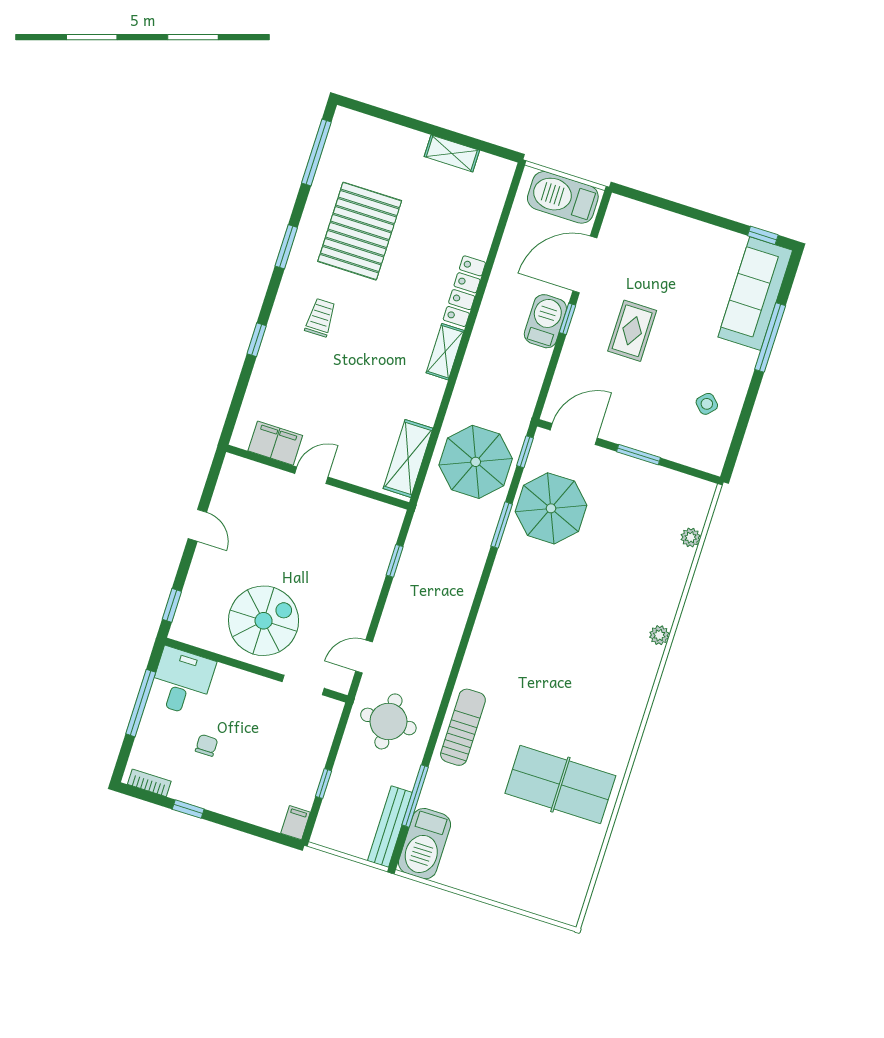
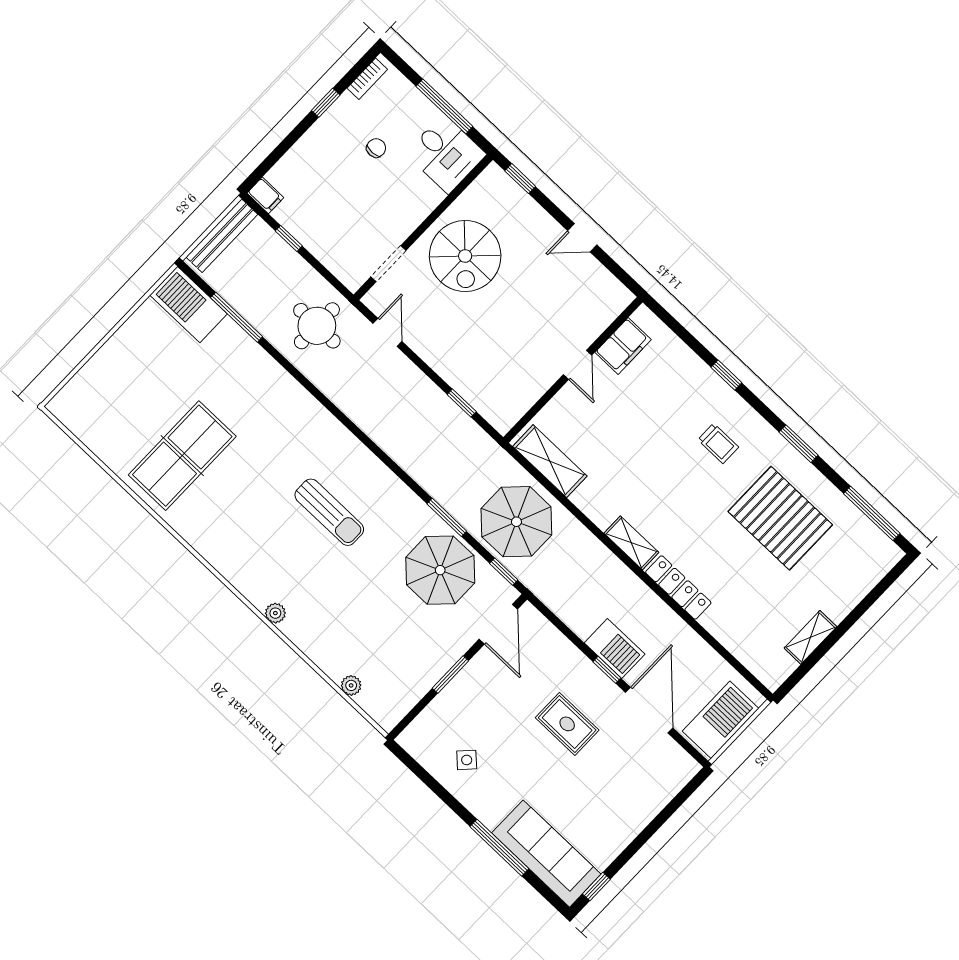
sun lounger: (463, 727) -> (329, 512), moved
chair: (207, 745) -> (376, 148), turned -93
bench: (390, 827) -> (222, 236), moved, turned 90

